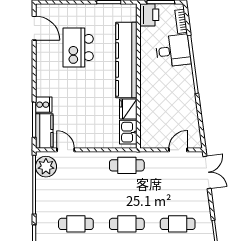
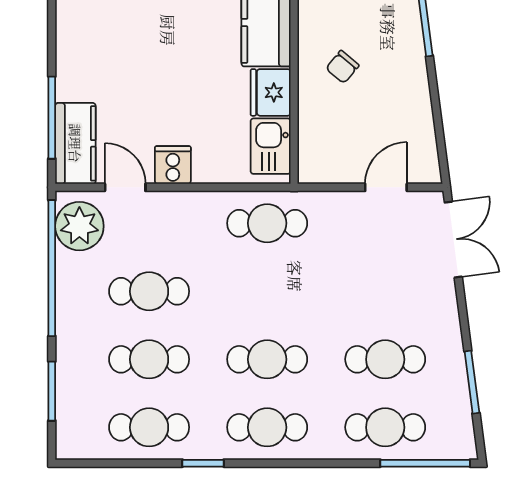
chair: (159, 98) -> (342, 67), added
cooker: (44, 105) -> (173, 165), moved, turned -90
cafe table: (76, 195) -> (149, 291), added

